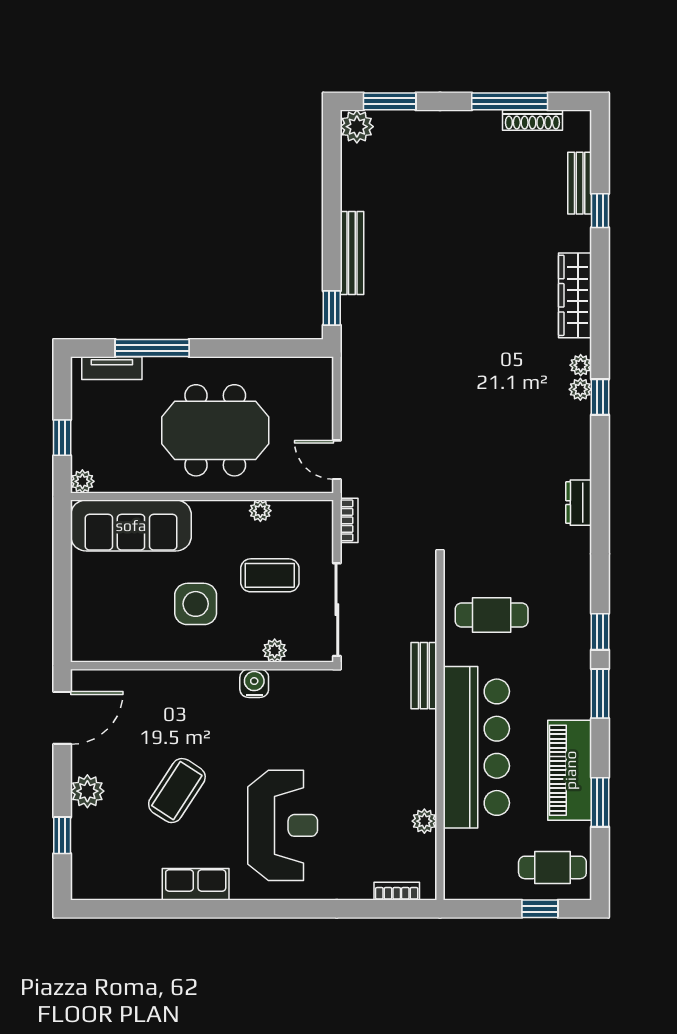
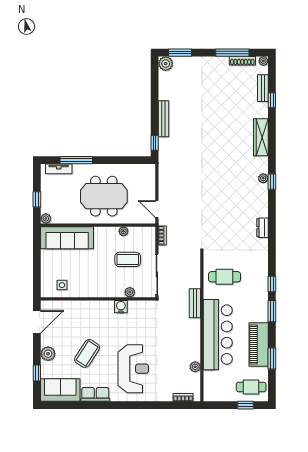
plant: (581, 365) -> (263, 61), moved
side table: (196, 604) -> (62, 285), moved, width x0.54, depth x0.54
sofa: (115, 874) -> (60, 390), added

